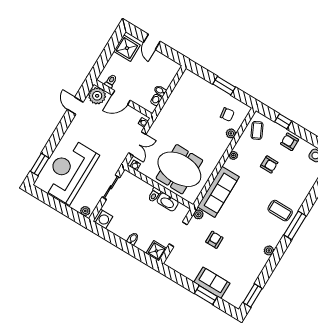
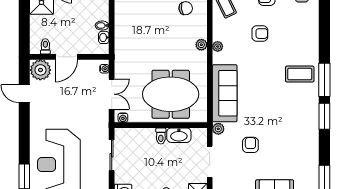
plant: (231, 133) -> (201, 45), moved
plant: (269, 250) -> (313, 122), removed
window: (279, 251) -> (324, 116), added

